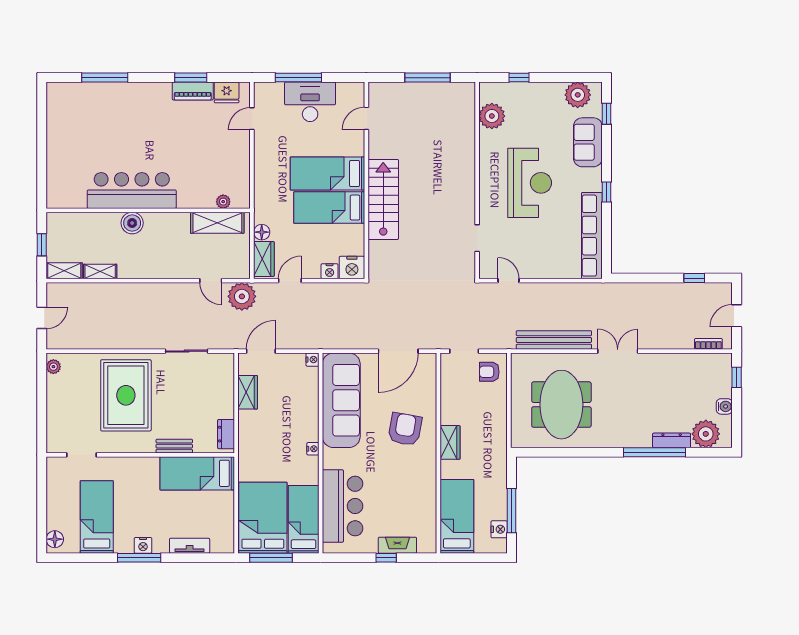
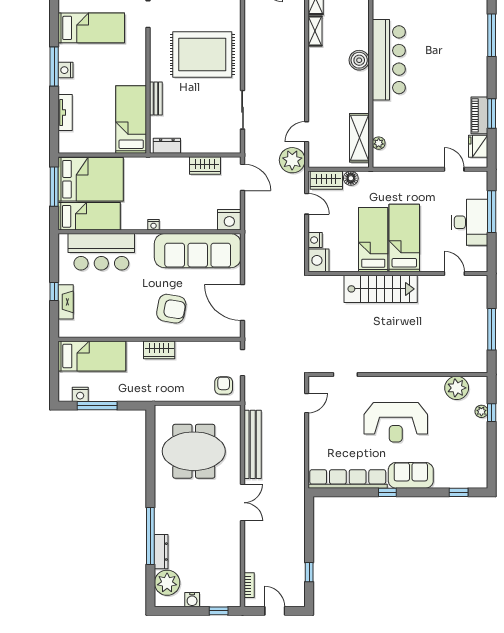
plant: (578, 95) -> (481, 411), moved, width x0.53, depth x0.53
sofa: (588, 142) -> (411, 475), moved
nightstand: (312, 360) -> (229, 220), width x1.89, depth x1.79

